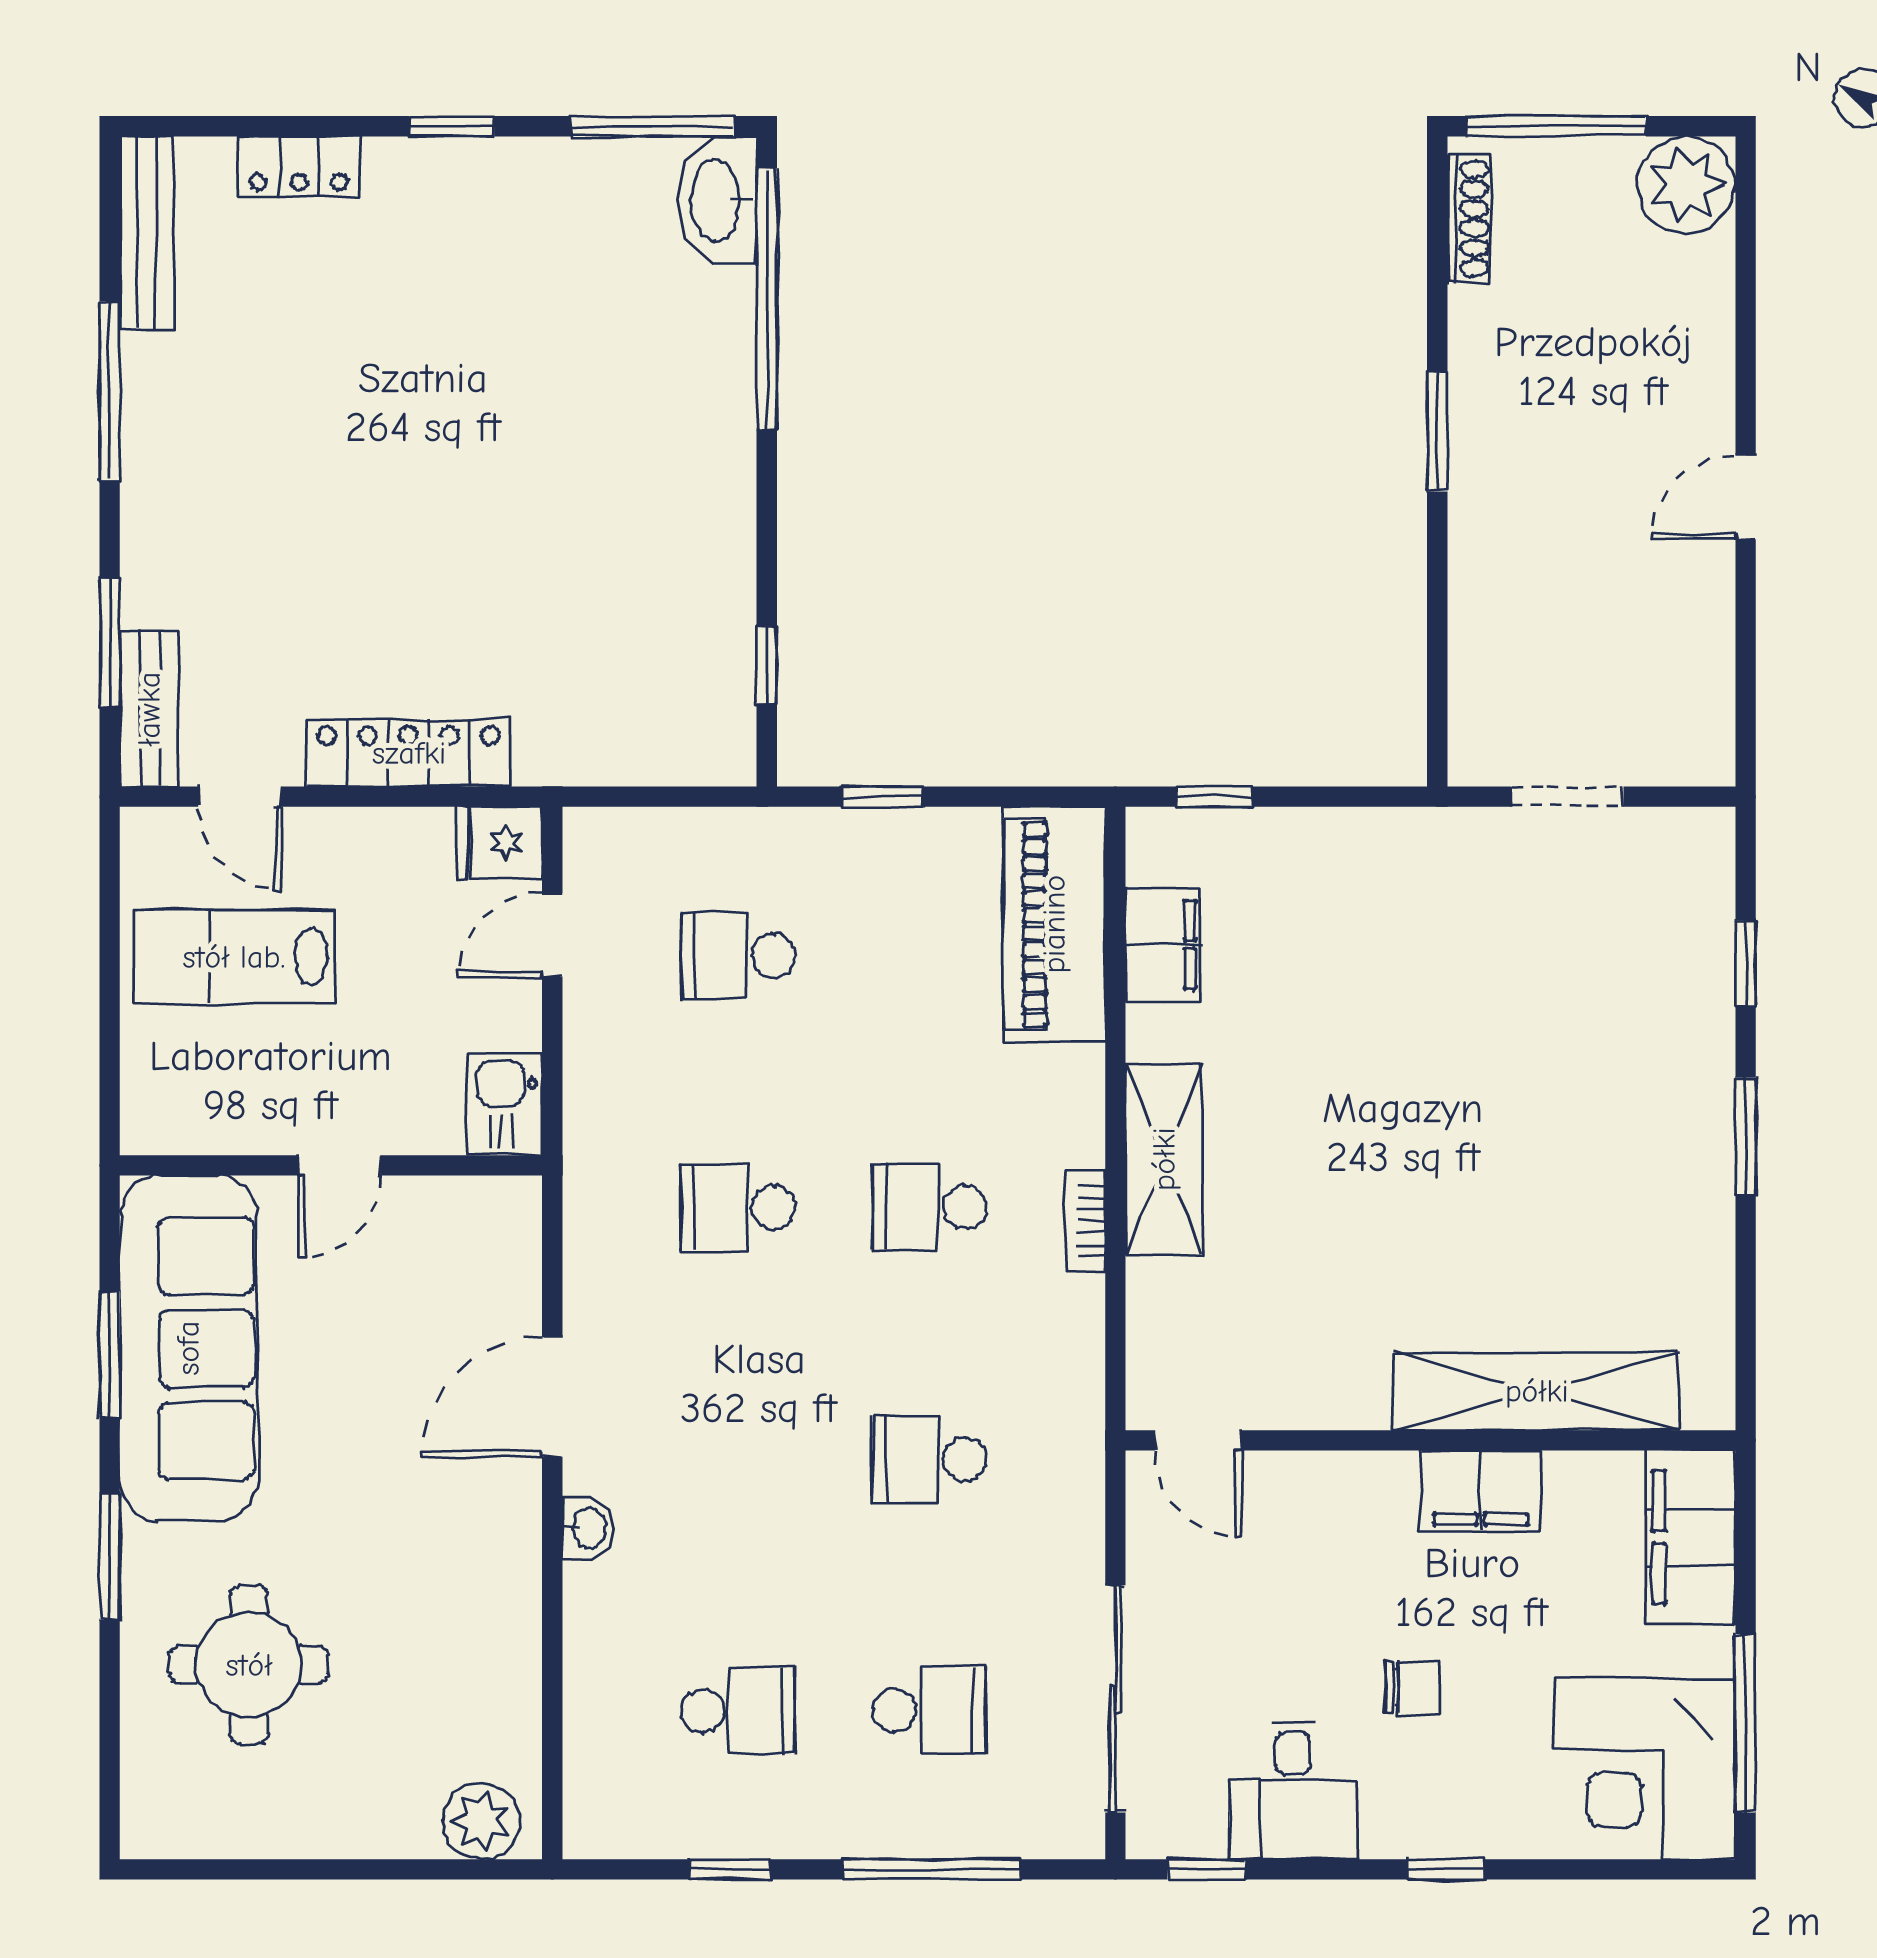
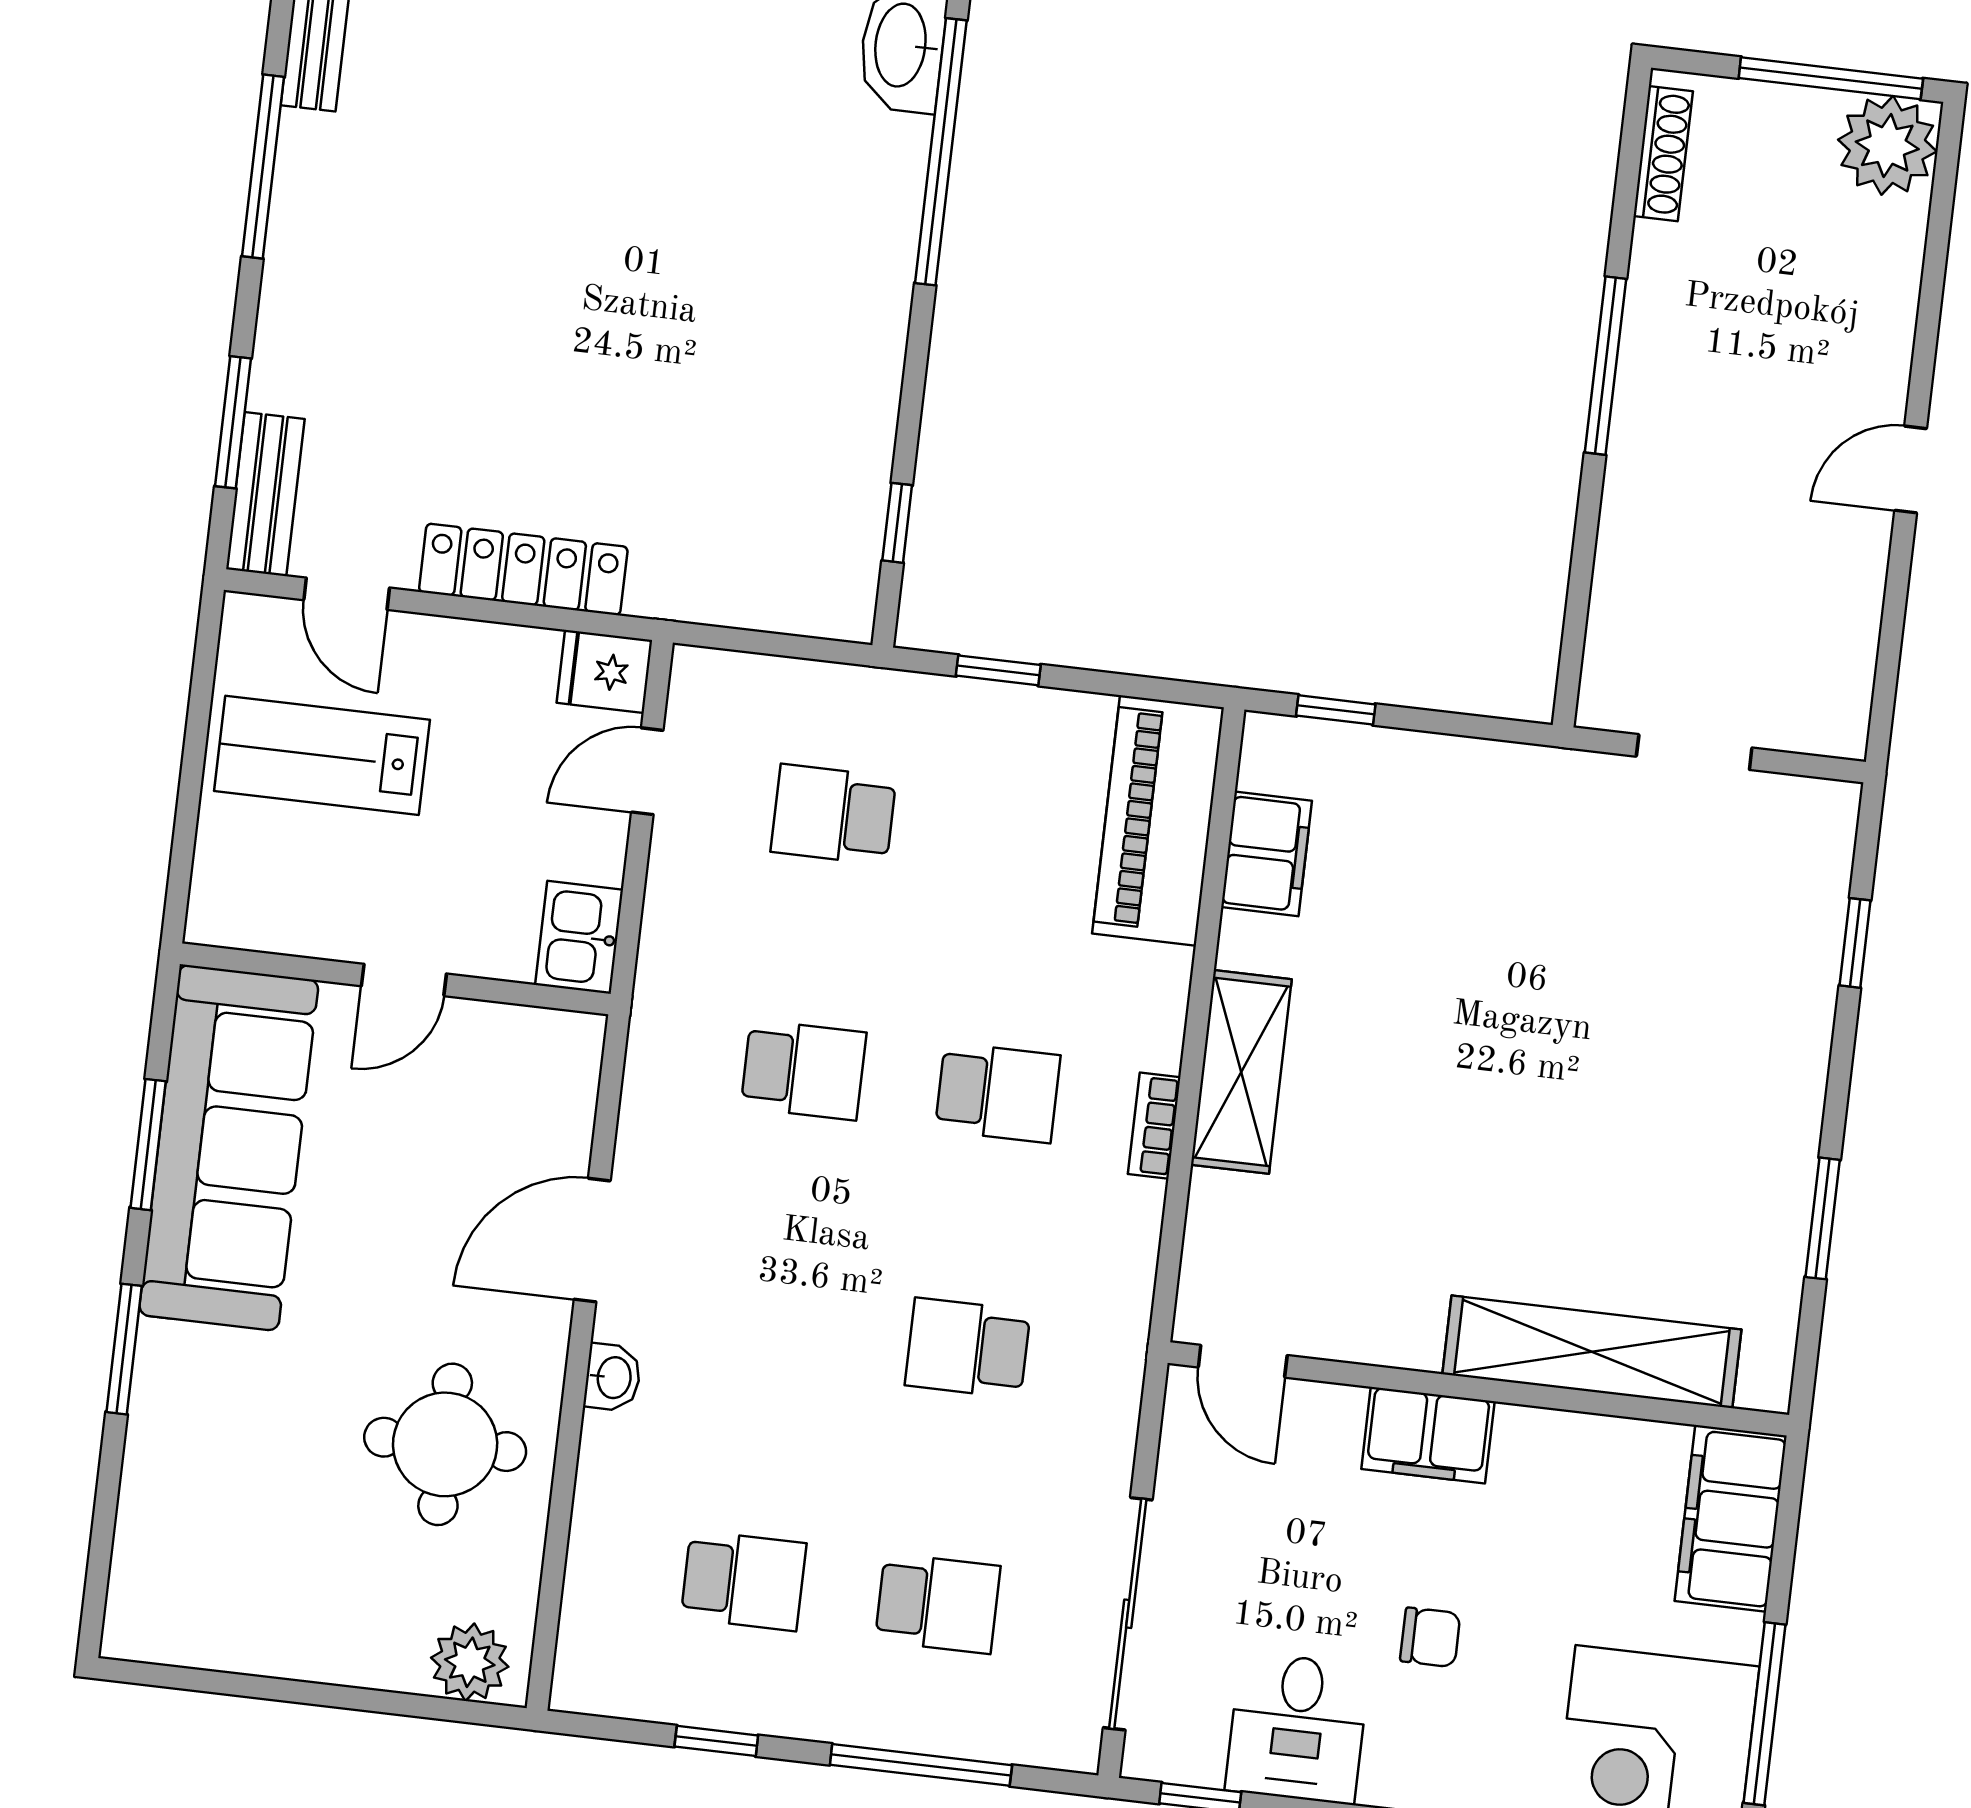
window: (1556, 126) -> (1831, 78), moved
window: (1437, 431) -> (1606, 366), width x1.44
window: (1746, 1137) -> (1823, 1218), moved
school desk: (738, 1207) -> (803, 1070), turned 180
school desk: (929, 1207) -> (998, 1093), turned 180
filing cabinet: (1480, 1491) -> (1428, 1435), moved
round table: (249, 1665) -> (445, 1444), moved

